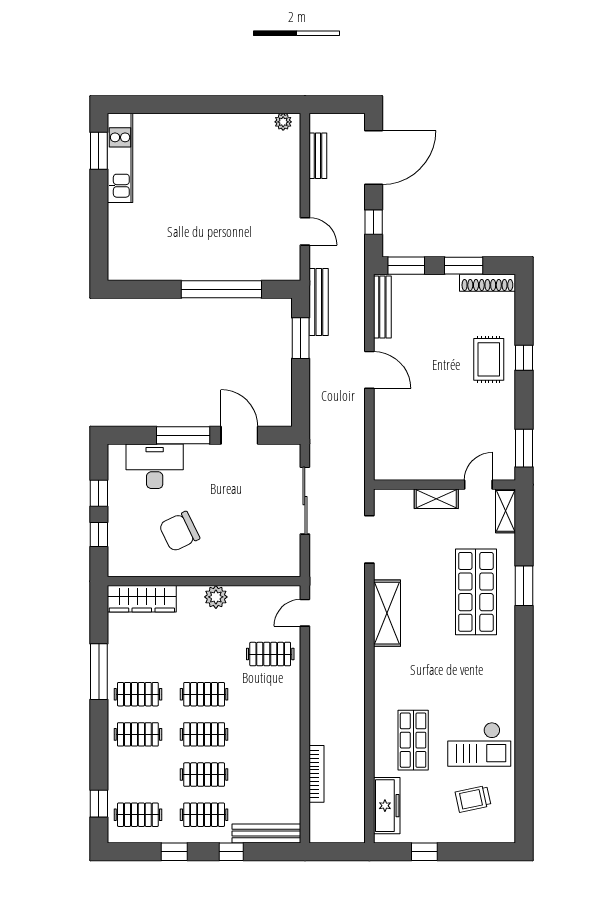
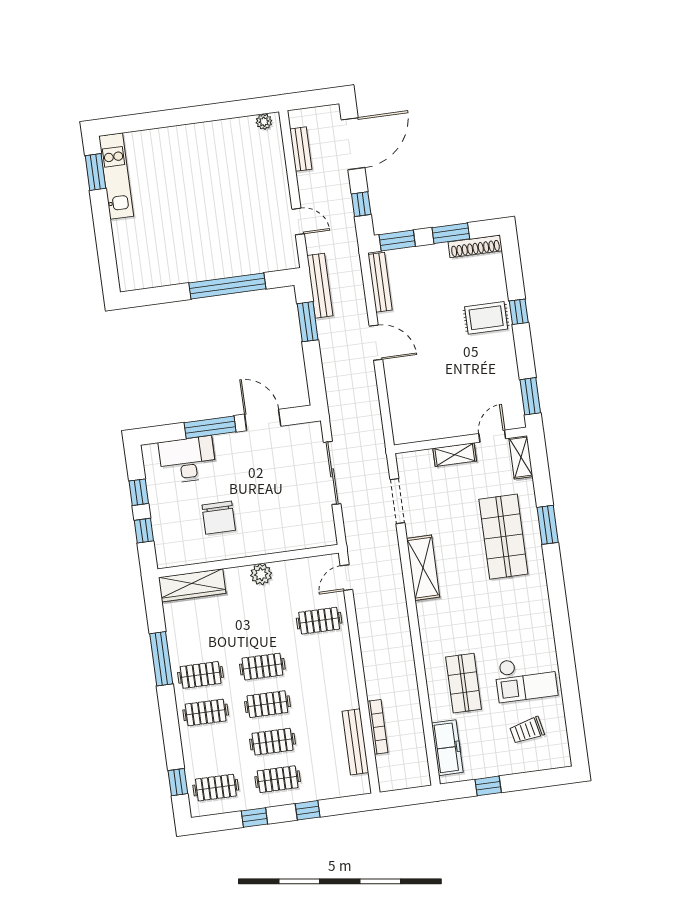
rug: (489, 359) -> (486, 318), turned 90
chair: (179, 532) -> (219, 518), turned -64
bench: (266, 834) -> (355, 742), moved, turned 90

